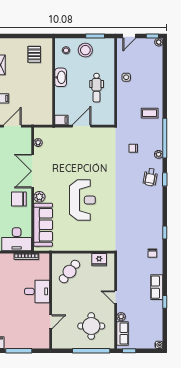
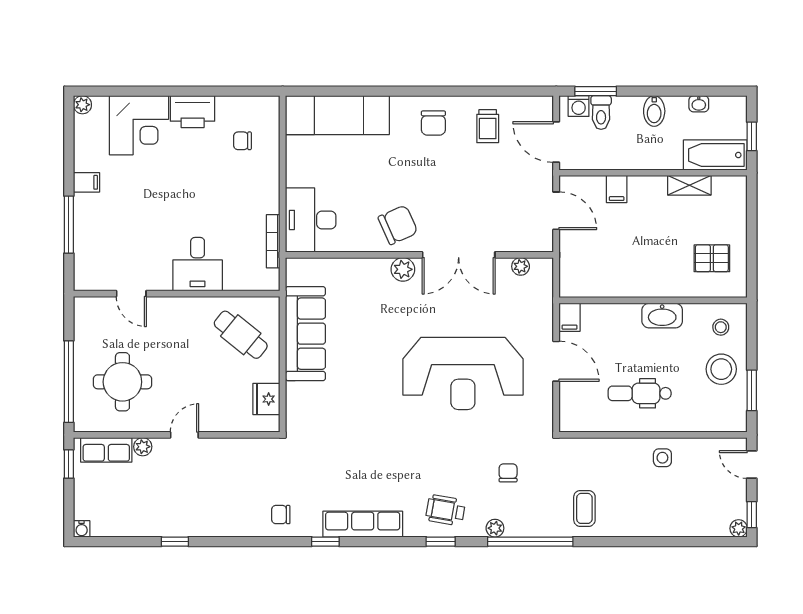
double door: (33, 171) -> (459, 255), swing flipped
chair: (19, 199) -> (398, 225), turned 66
reception desk: (82, 200) -> (463, 373), moved, width x1.36, depth x1.30
sofa: (43, 225) -> (305, 334), moved, turned -90
row of seats: (157, 287) -> (363, 524), moved, width x1.48

